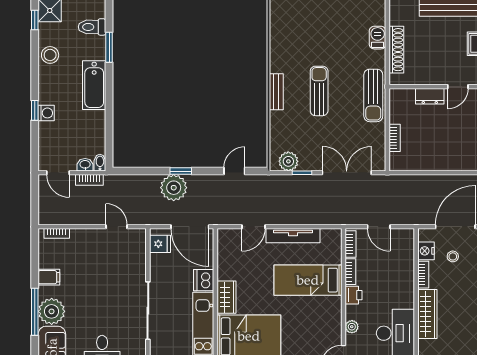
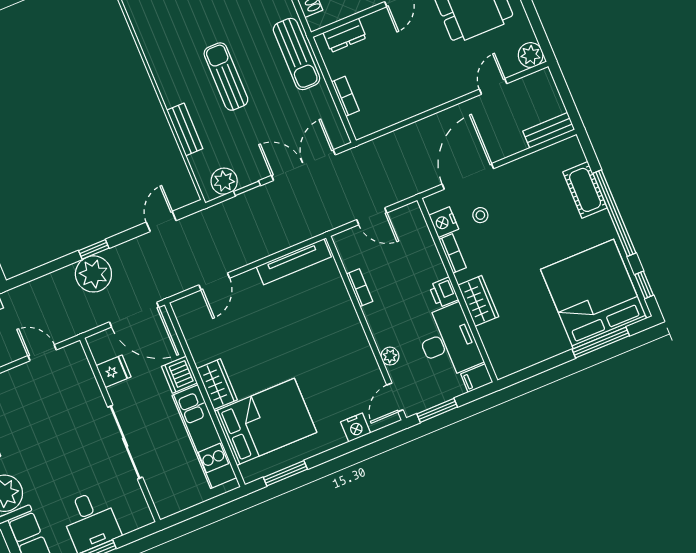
bench: (276, 92) -> (185, 129), moved
dresser: (430, 96) -> (345, 35), moved
tv unit: (293, 236) -> (294, 262), moved
fridge: (160, 244) -> (114, 371), moved
bookcase: (351, 244) -> (345, 253), removed
bed: (308, 280) -> (311, 320), removed
printer: (354, 295) -> (444, 292), moved, turned 180
wardrobe: (427, 314) -> (478, 301), width x0.67

